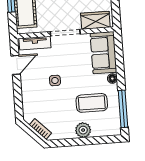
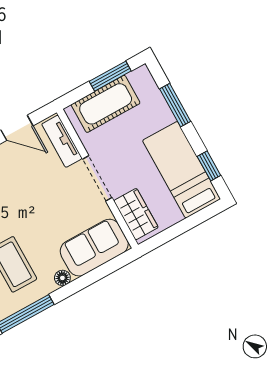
side table: (55, 80) -> (21, 196), removed

